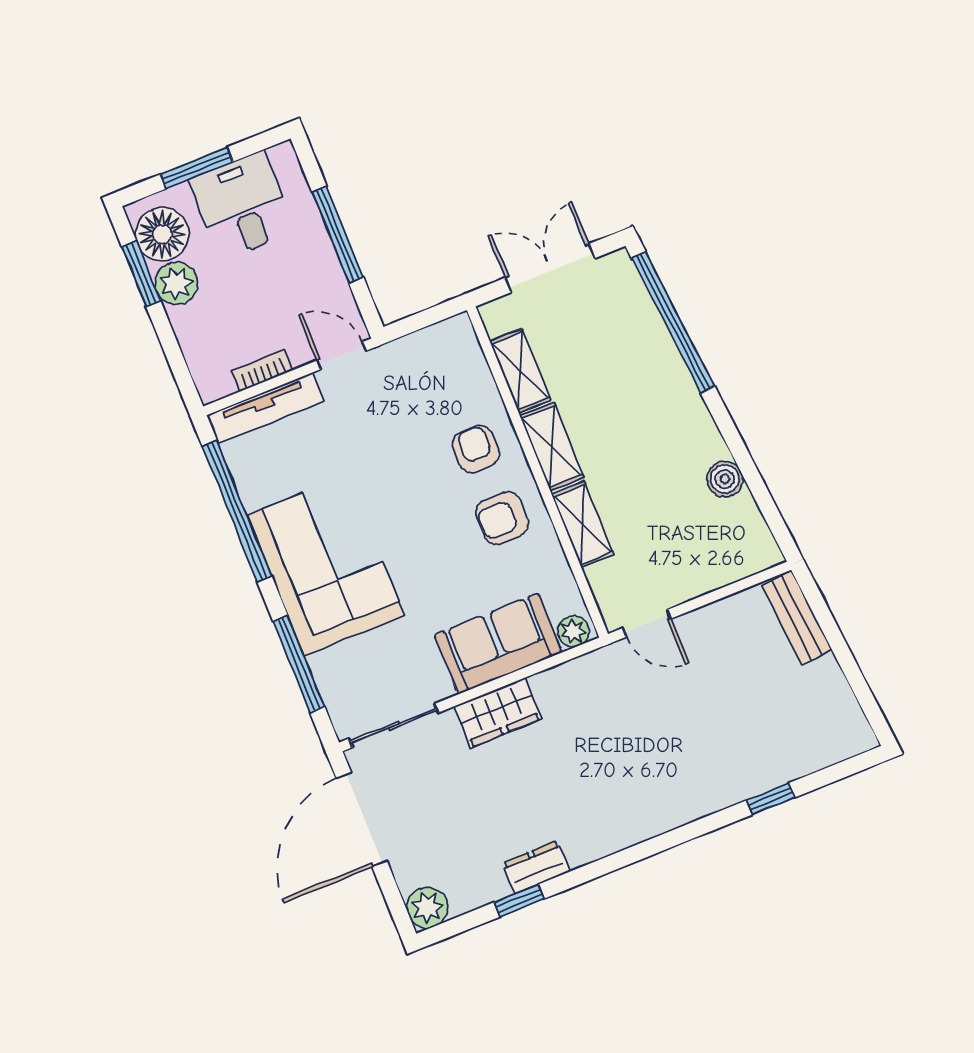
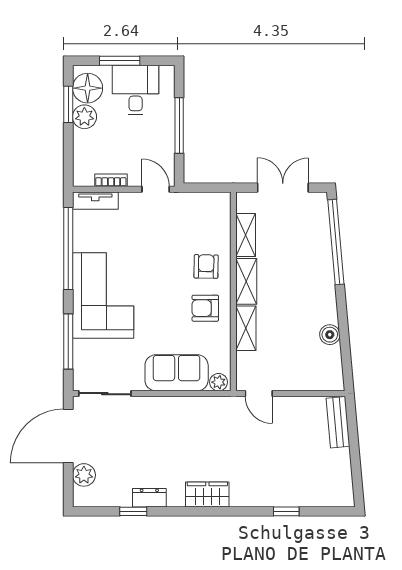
tv unit: (265, 408) -> (95, 201), width x0.71
wardrobe: (498, 713) -> (207, 495), moved, turned 180
plant: (427, 908) -> (84, 475), moved

